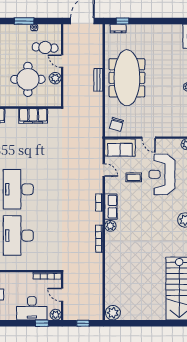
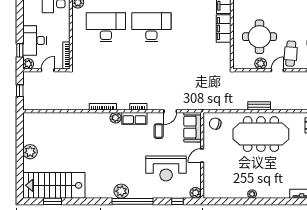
filing cabinet: (33, 116) -> (224, 29), moved
reception desk: (162, 174) -> (166, 168), turned 180
coffee table: (134, 177) -> (159, 131), moved
plant: (113, 313) -> (30, 152), moved

